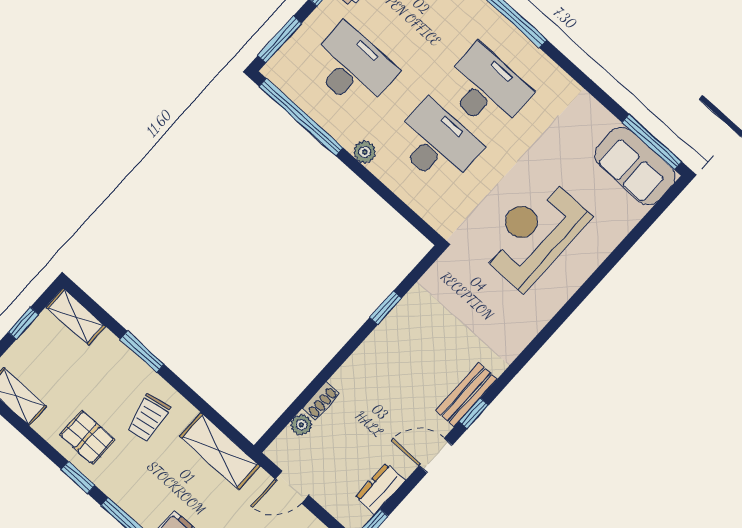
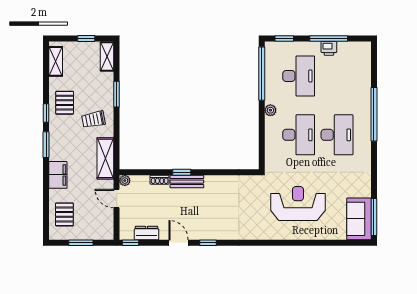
window: (280, 39) -> (284, 39), width x0.67
window: (386, 308) -> (182, 172), moved
bench: (466, 395) -> (187, 182), moved
plant: (301, 425) -> (125, 181), moved

